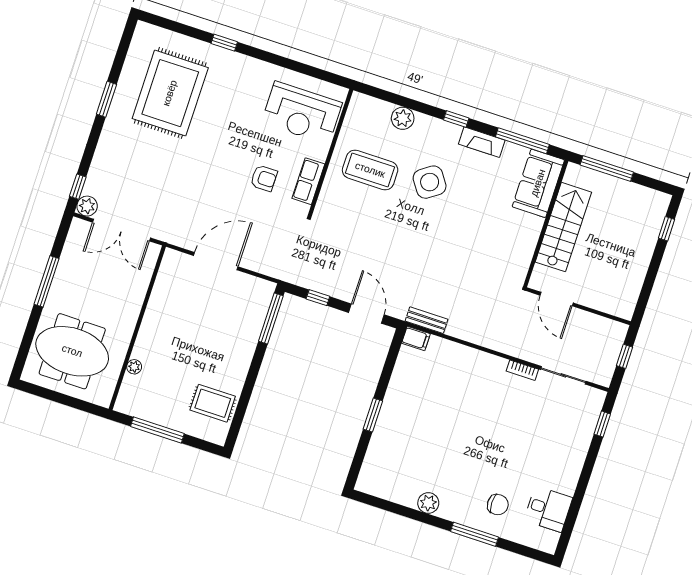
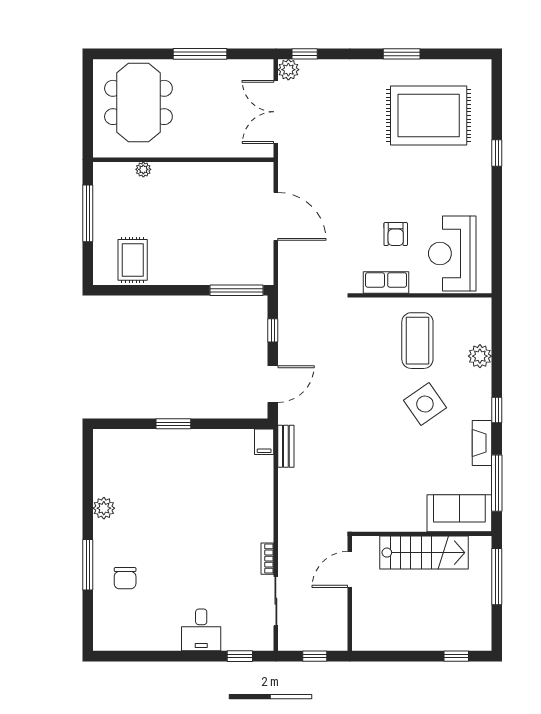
armchair: (264, 178) -> (396, 234), moved
desk: (548, 509) -> (201, 630), moved

